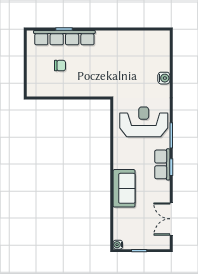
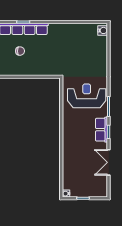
water cooler: (164, 78) -> (103, 30), moved
sofa: (124, 188) -> (71, 149), removed
double door: (171, 219) -> (109, 162), moved

